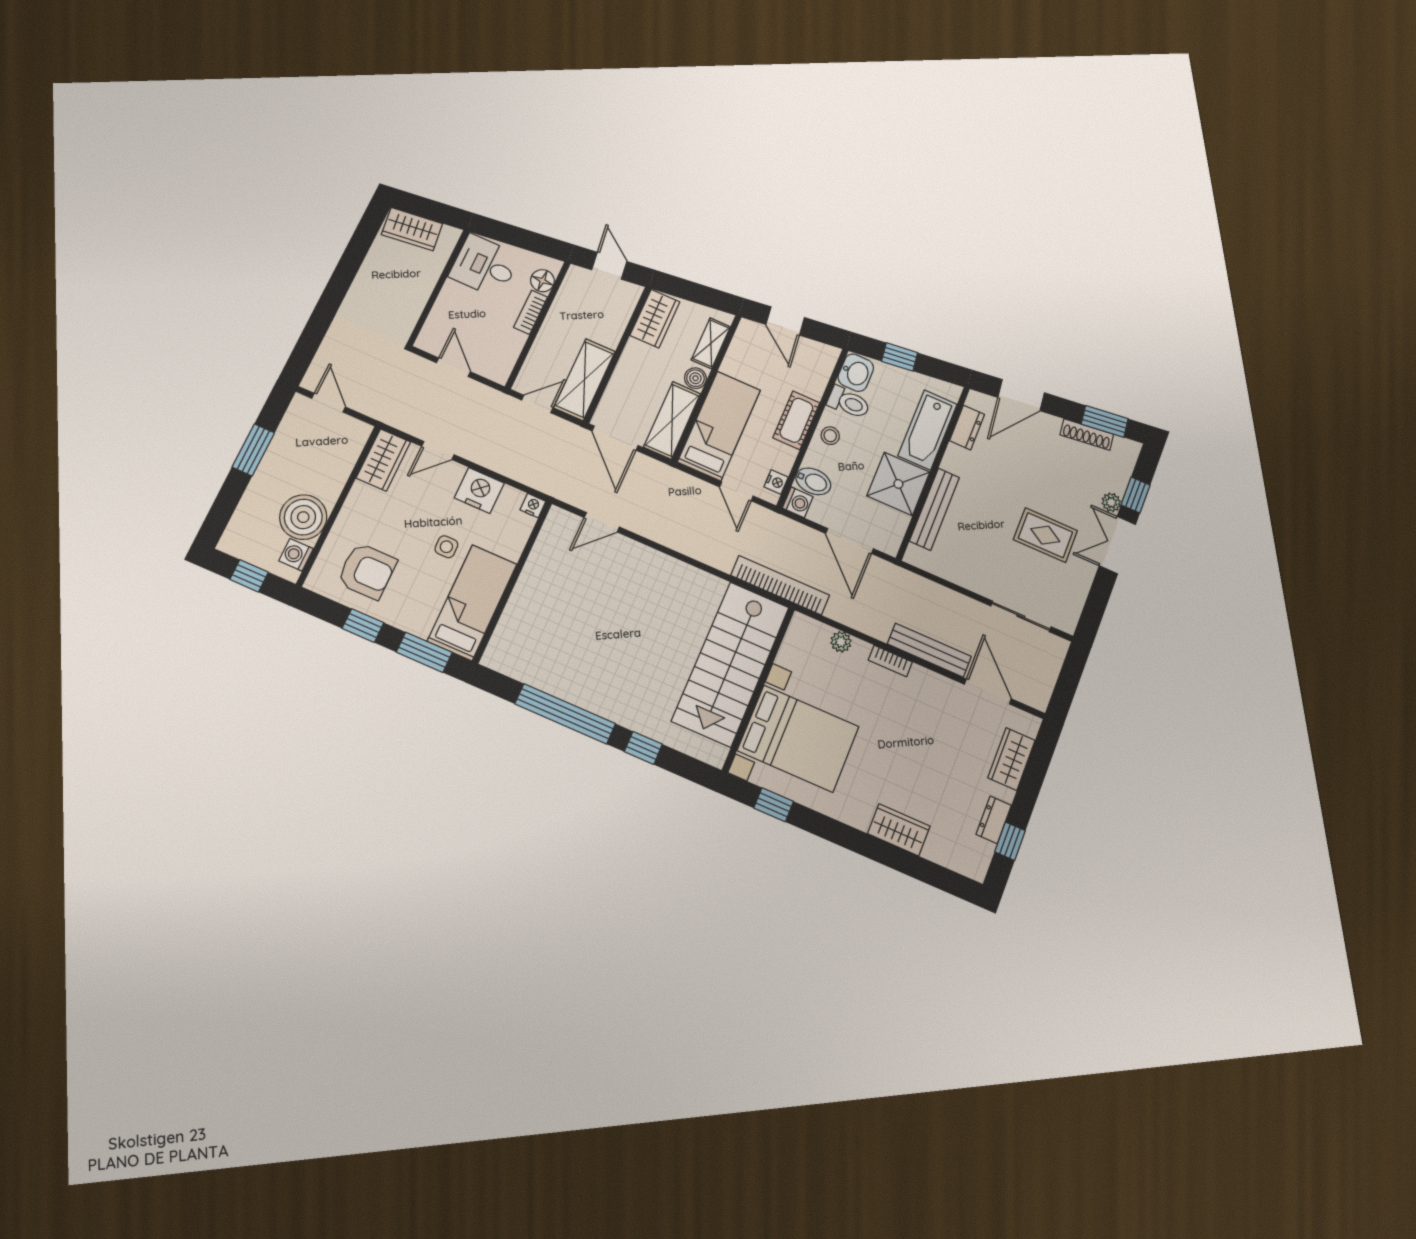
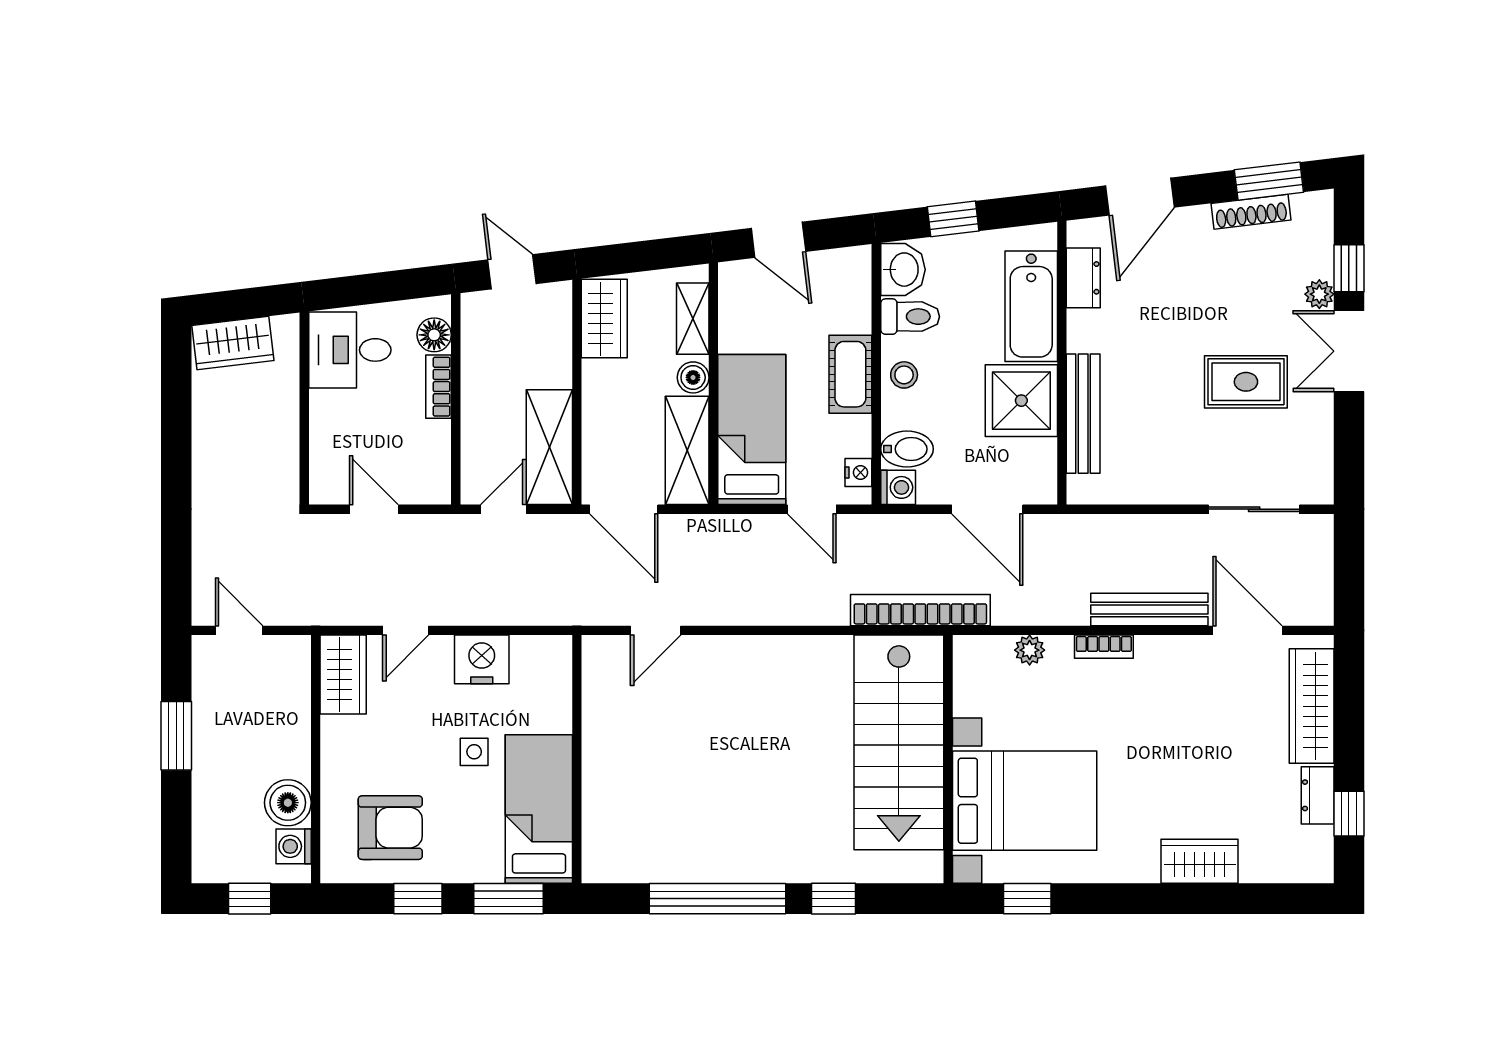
nightstand: (533, 506) -> (558, 648), removed
boiler: (303, 517) -> (288, 803), width x0.73, depth x0.73
wardrobe: (1011, 759) -> (1312, 706), width x1.50

